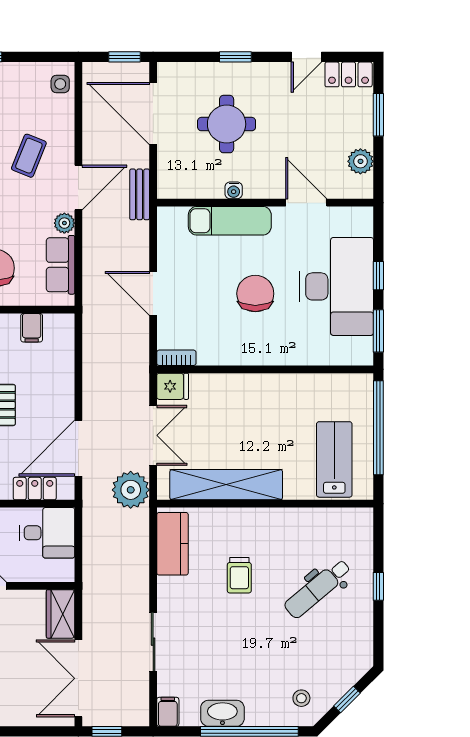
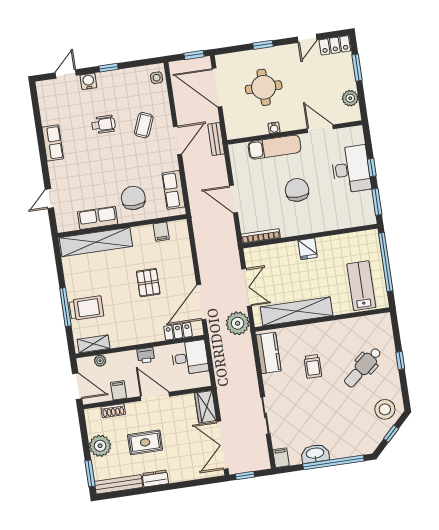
plant: (64, 223) -> (172, 164), removed
desk: (337, 286) -> (351, 169), width x0.73, depth x0.77
bookcase: (176, 358) -> (261, 236), width x1.56
fridge: (173, 386) -> (308, 249), moved, turned 90
stool: (301, 698) -> (385, 409), moved, width x1.89, depth x1.89

